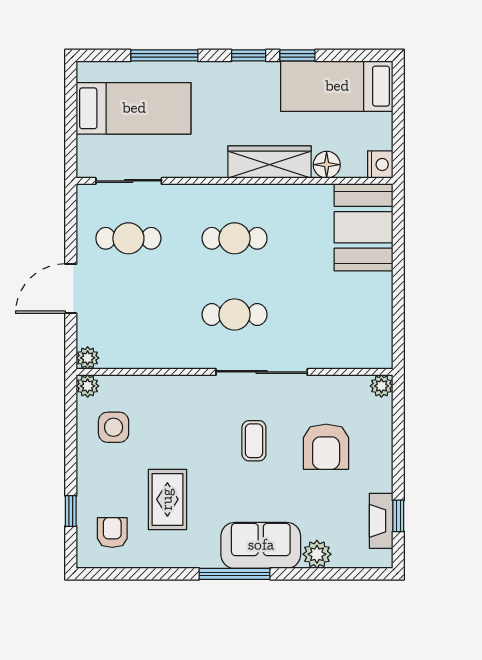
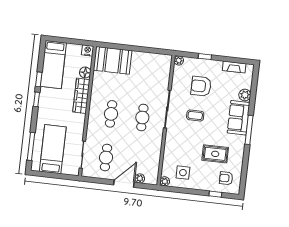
window: (164, 55) -> (31, 146), moved
door: (71, 289) -> (124, 184), swing flipped
plant: (88, 358) -> (140, 178), moved
armchair: (326, 447) -> (201, 86), turned 180
window: (398, 516) -> (205, 57), moved

